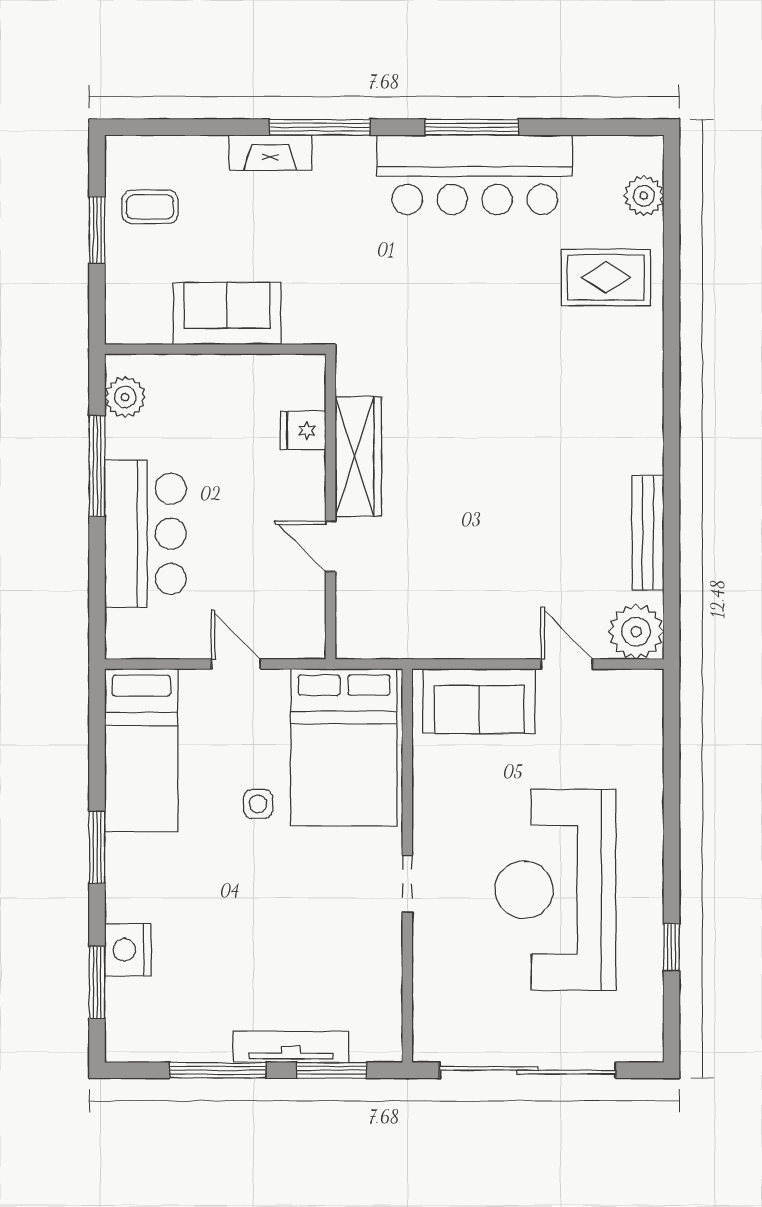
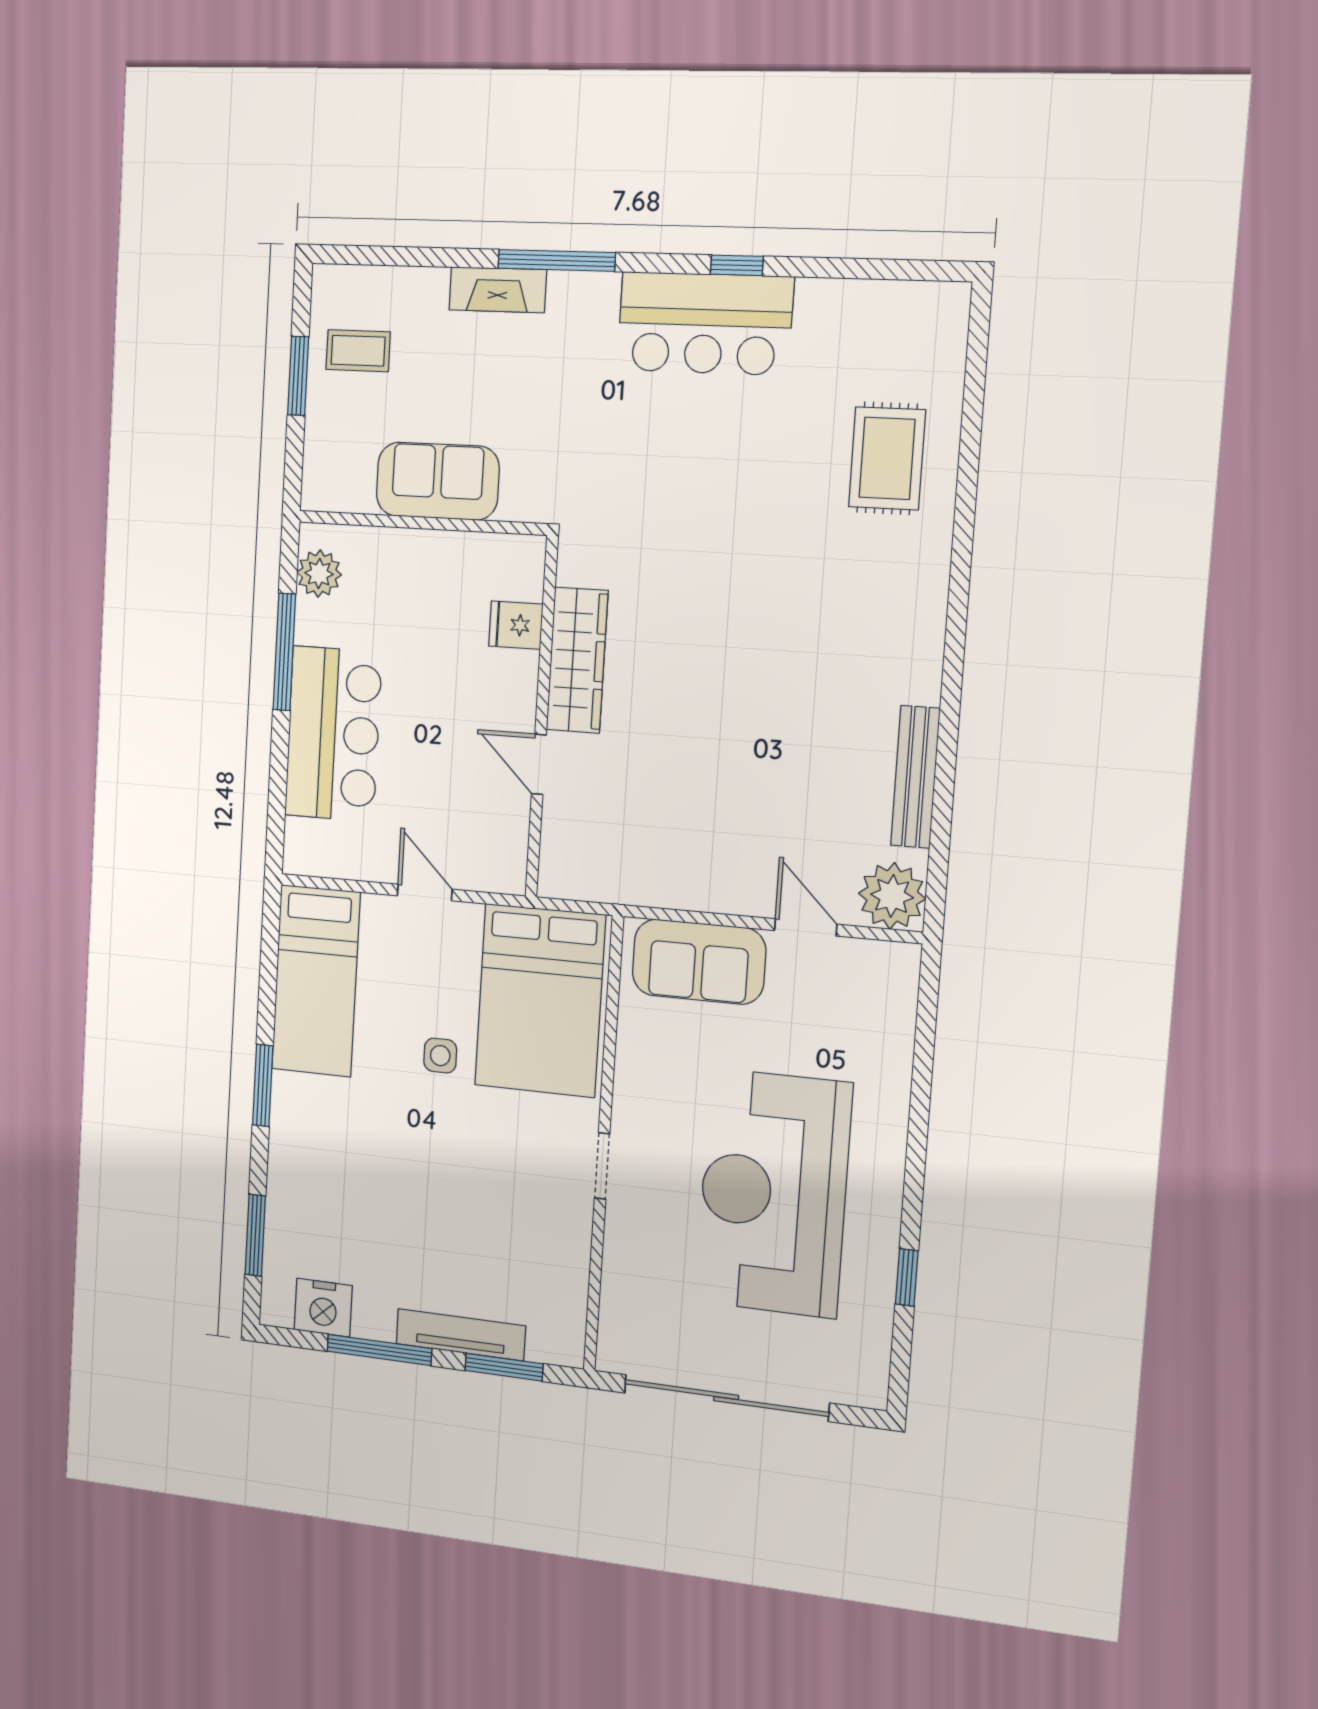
window: (472, 127) -> (737, 265), width x0.46
bar counter: (475, 175) -> (705, 323), width x0.73
plant: (644, 196) -> (942, 358), removed
rug: (606, 277) -> (887, 458), turned 90
nightstand: (128, 950) -> (323, 1308), moved, turned -90

